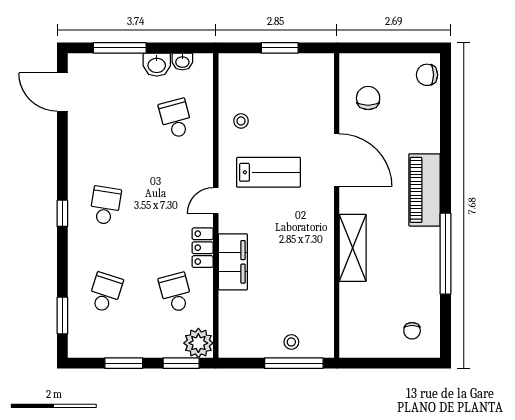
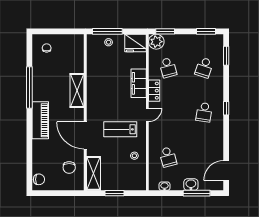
washbasin: (157, 65) -> (191, 185), moved
shelving: (321, 87) -> (93, 173), added
door: (62, 92) -> (226, 171), swing flipped
fridge: (239, 340) -> (135, 43), added
window: (124, 363) -> (206, 31), moved

